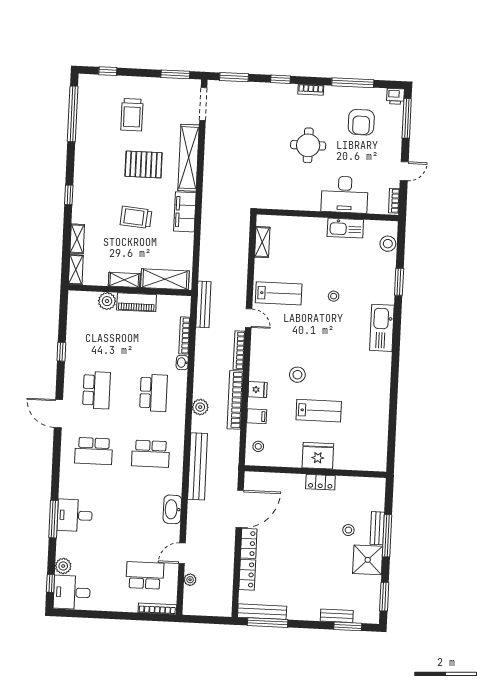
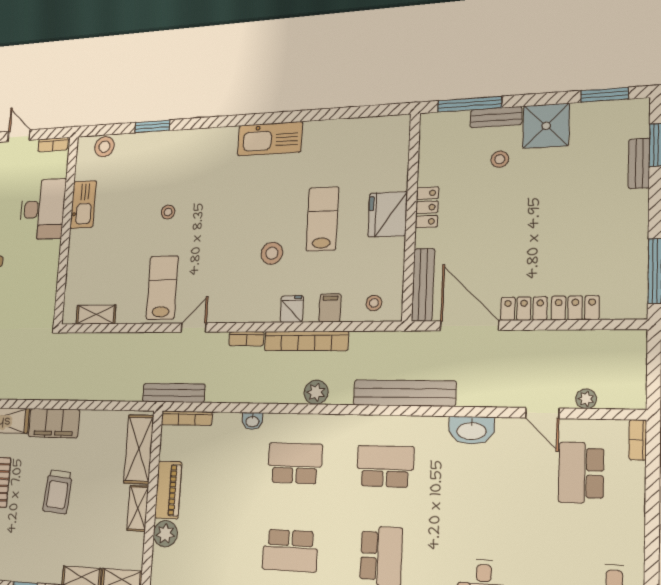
kitchen sink: (382, 328) -> (270, 139), moved
bookcase: (184, 336) -> (187, 418), moved
bookcase: (239, 350) -> (246, 339), width x0.64
school desk: (97, 390) -> (290, 551), turned 180
school desk: (151, 454) -> (385, 466), turned -90
window: (387, 536) -> (470, 104), moved
bookcase: (157, 609) -> (638, 440), width x0.64
bench: (262, 612) -> (423, 285), moved

